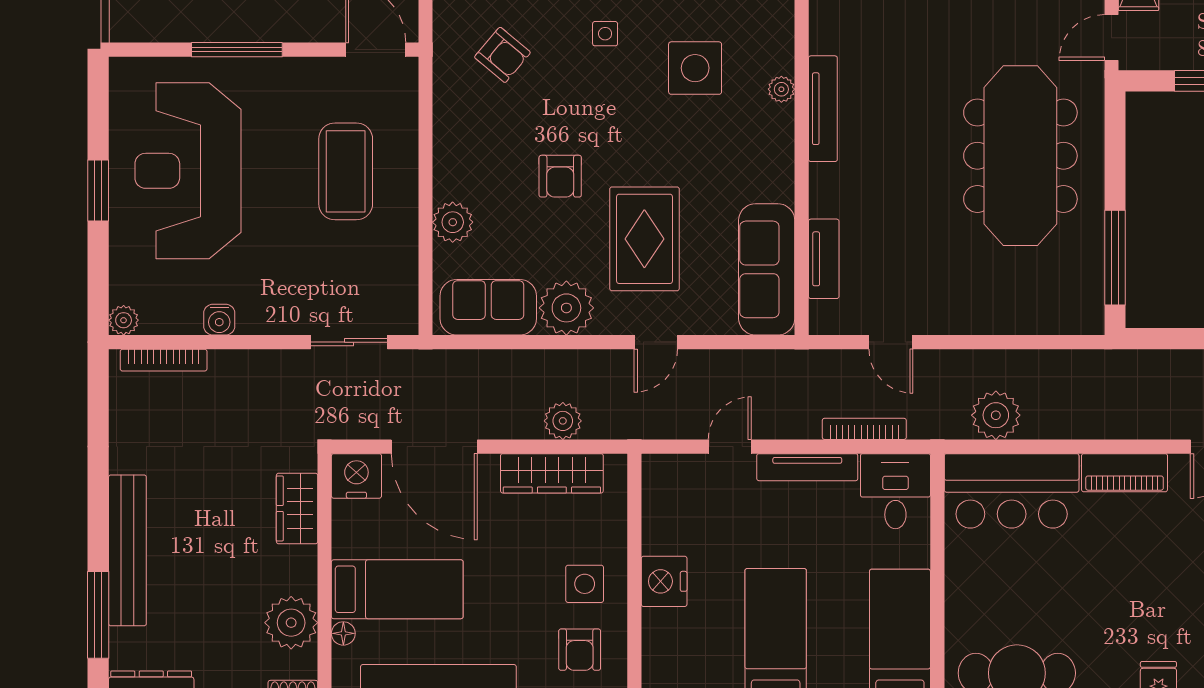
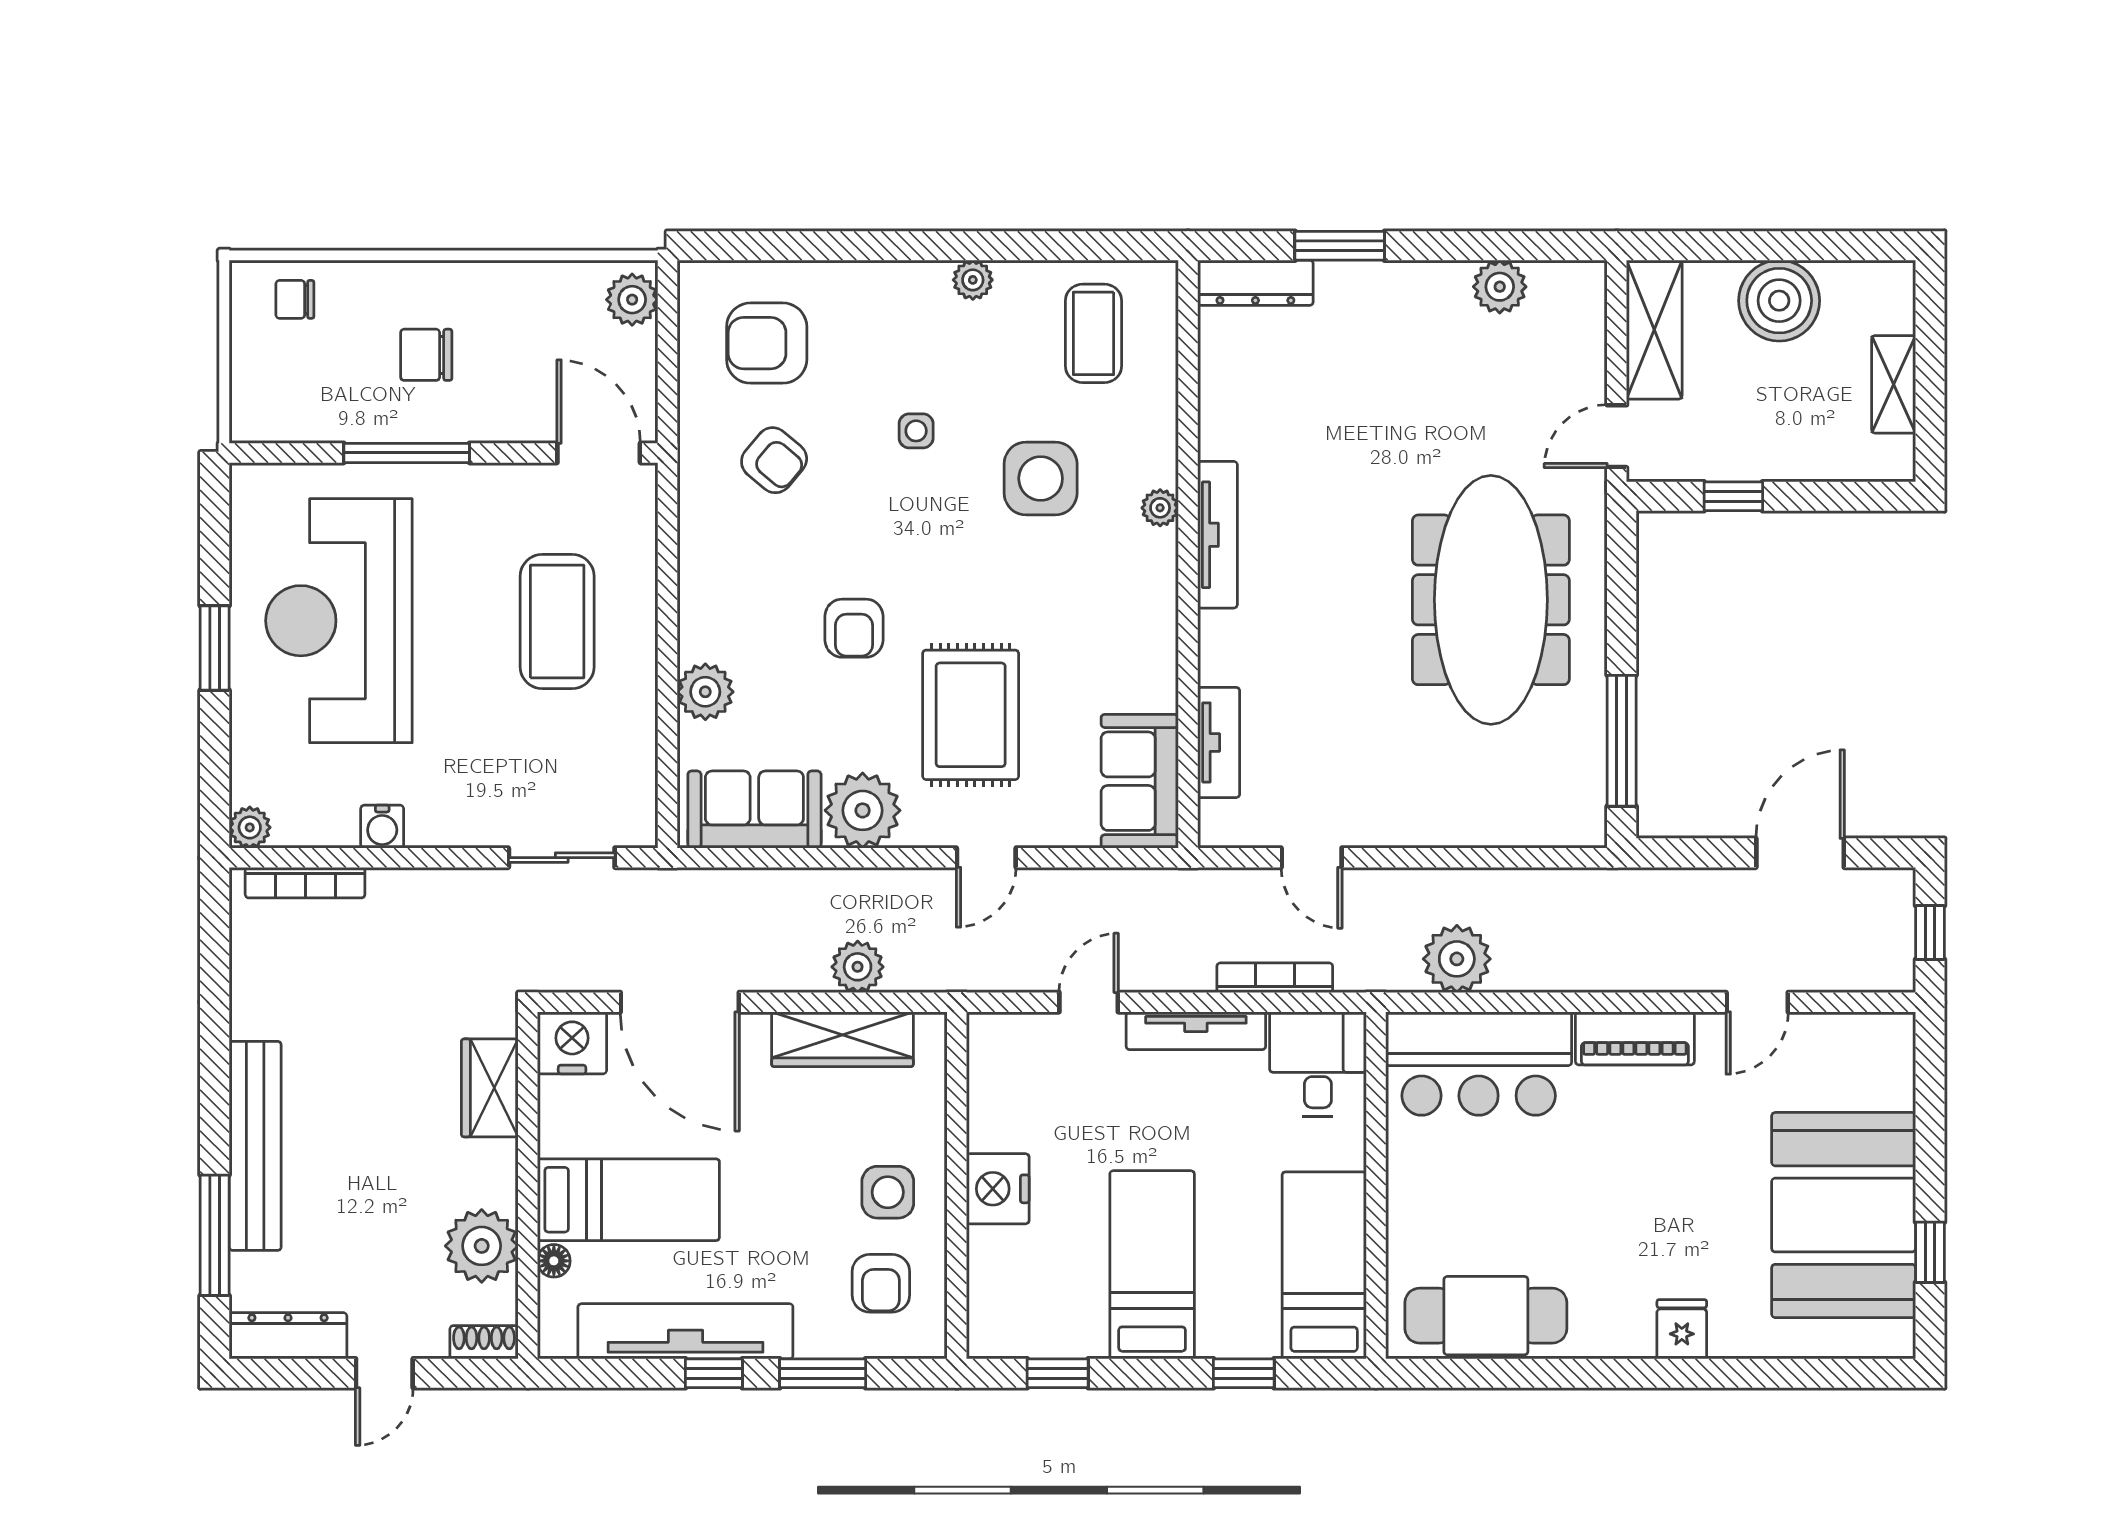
sofa: (767, 269) -> (1140, 781), width x0.73

